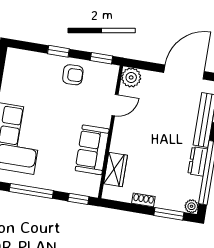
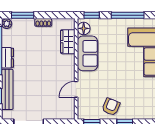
armchair: (73, 75) -> (111, 107), turned 114
plant: (131, 77) -> (67, 112), removed
floor lamp: (92, 183) -> (84, 28), added

